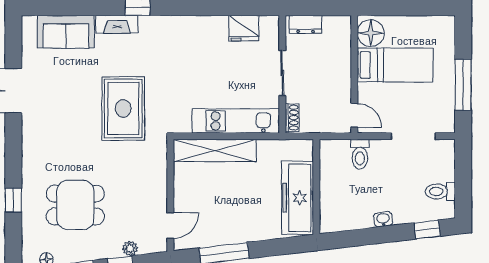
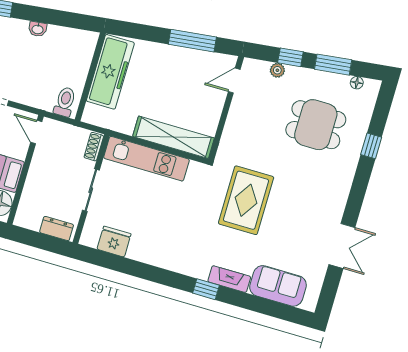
toilet: (360, 154) -> (65, 102), moved

